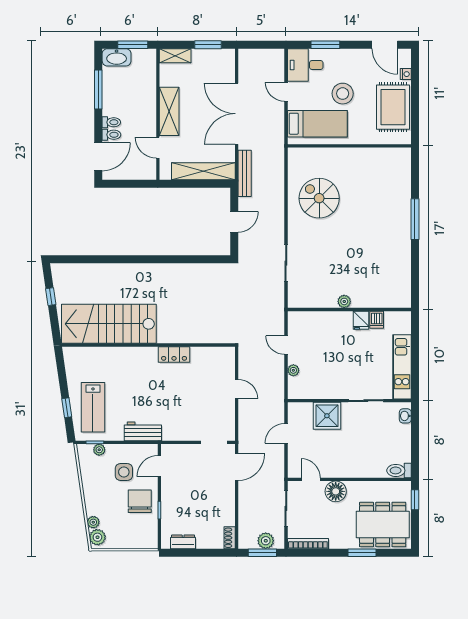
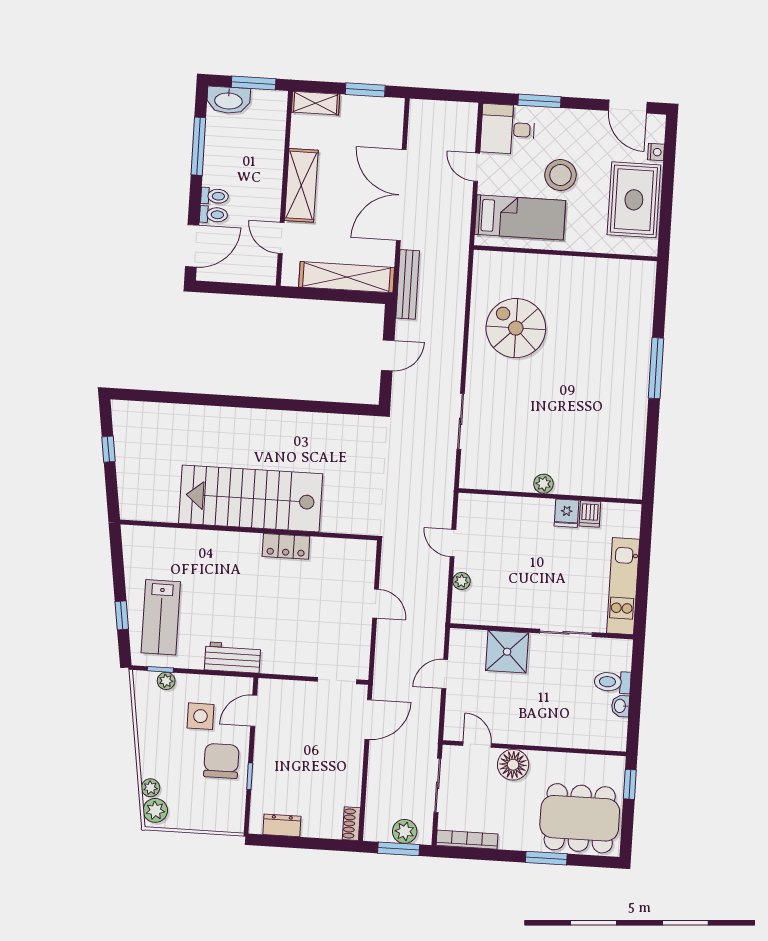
stairs: (109, 324) -> (251, 499), moved
washbasin: (405, 416) -> (620, 706), moved
toilet: (399, 470) -> (612, 682), moved

